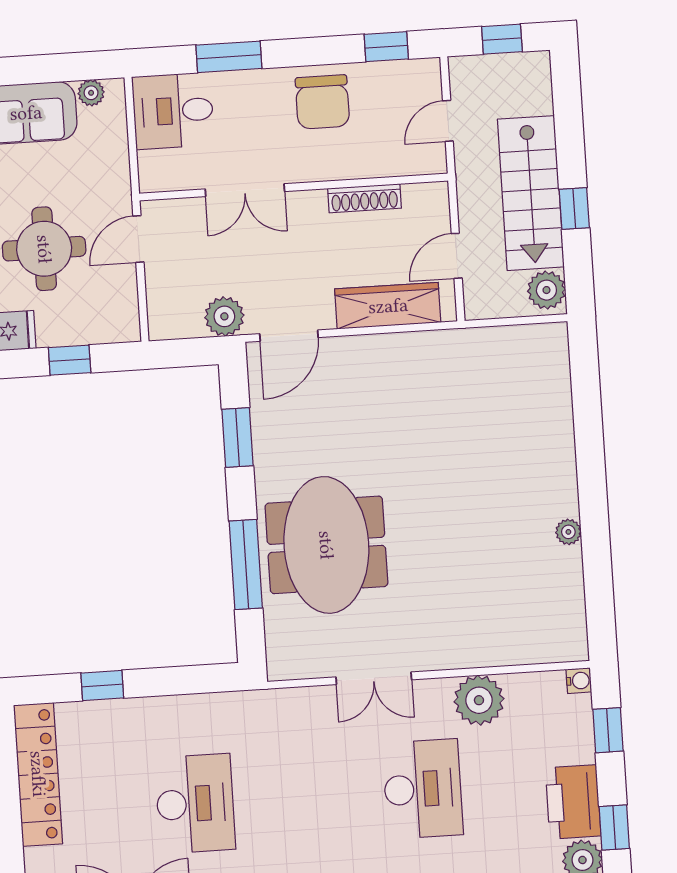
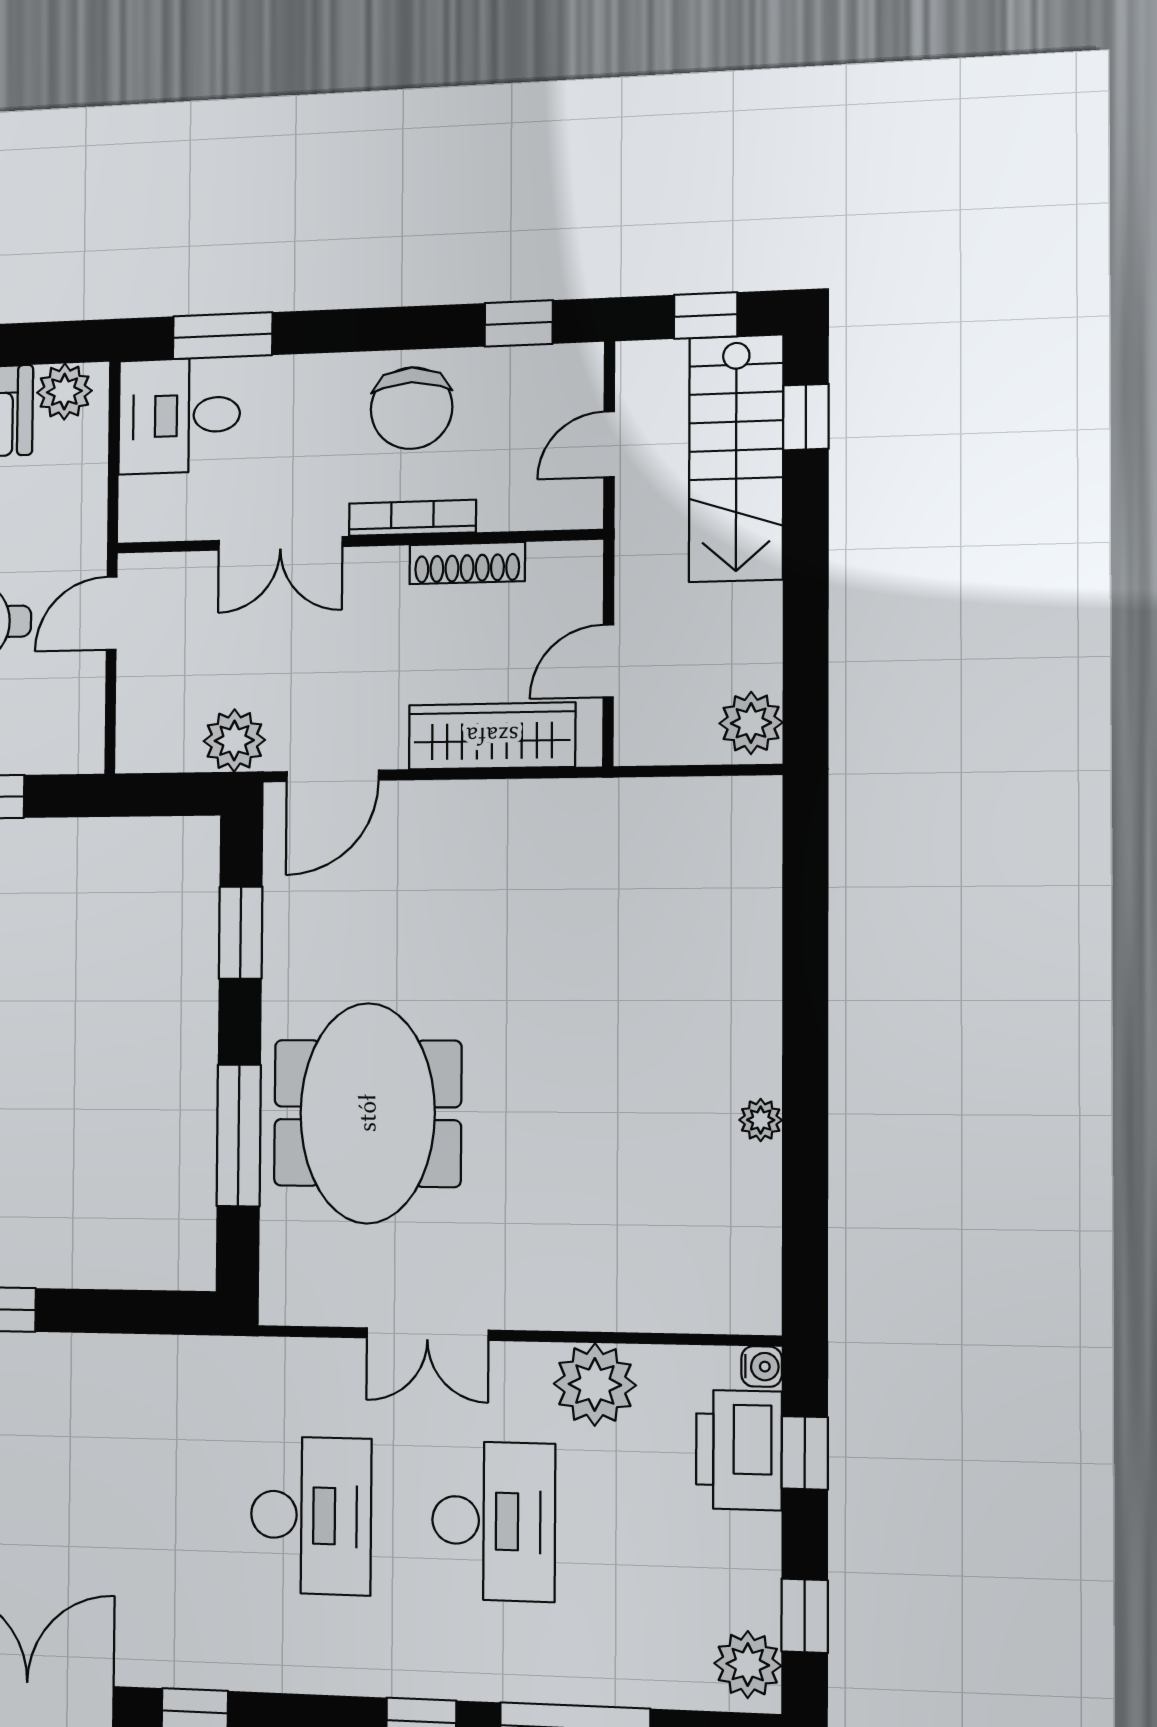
window: (229, 57) -> (223, 336), moved
plant: (91, 93) -> (64, 392), width x1.38, depth x1.38
bookcase: (328, 171) -> (412, 518), added
stairs: (531, 193) -> (736, 458), moved
window: (574, 208) -> (806, 417), moved
printer: (573, 802) -> (739, 1450), moved
desk: (195, 804) -> (311, 1515), moved

